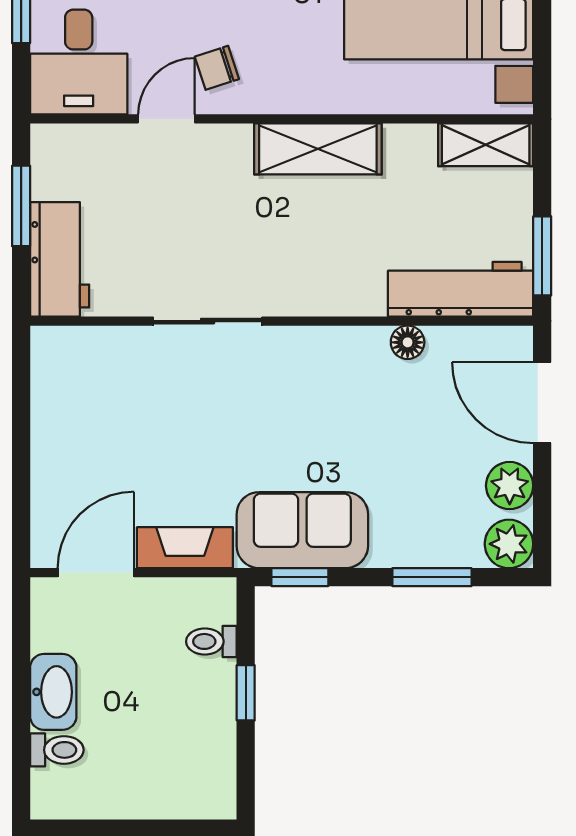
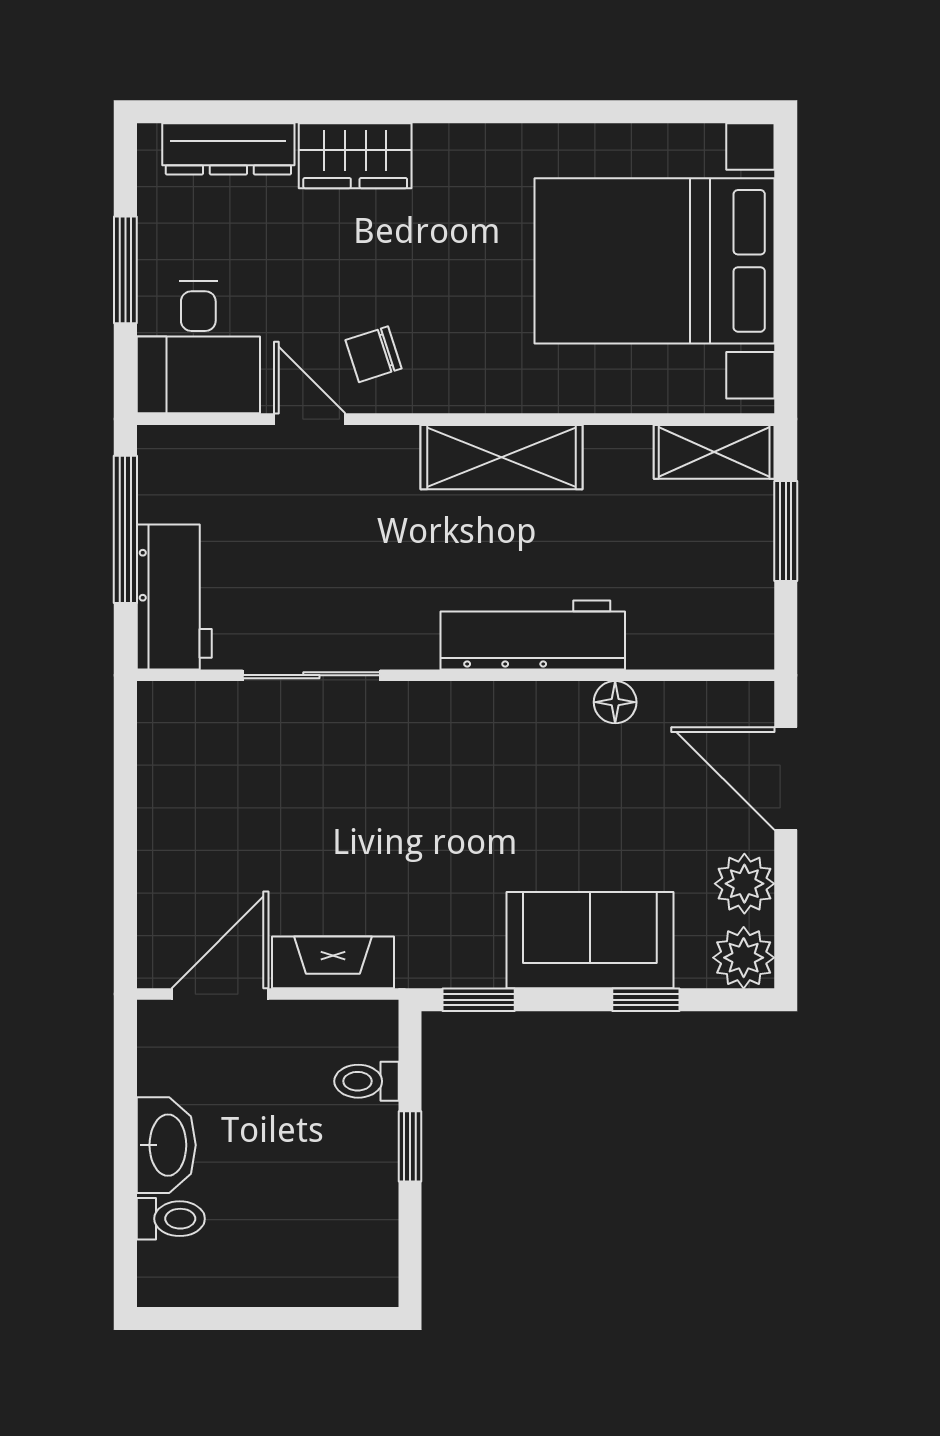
door: (166, 119) -> (310, 419), hinge flipped
window: (21, 206) -> (125, 529), width x1.44
window: (542, 256) -> (786, 531), moved
workbench: (461, 289) -> (533, 635), moved
sliding door: (208, 321) -> (311, 675), moved
sofa: (302, 530) -> (590, 940), moved
window: (432, 577) -> (646, 1000), width x0.67

